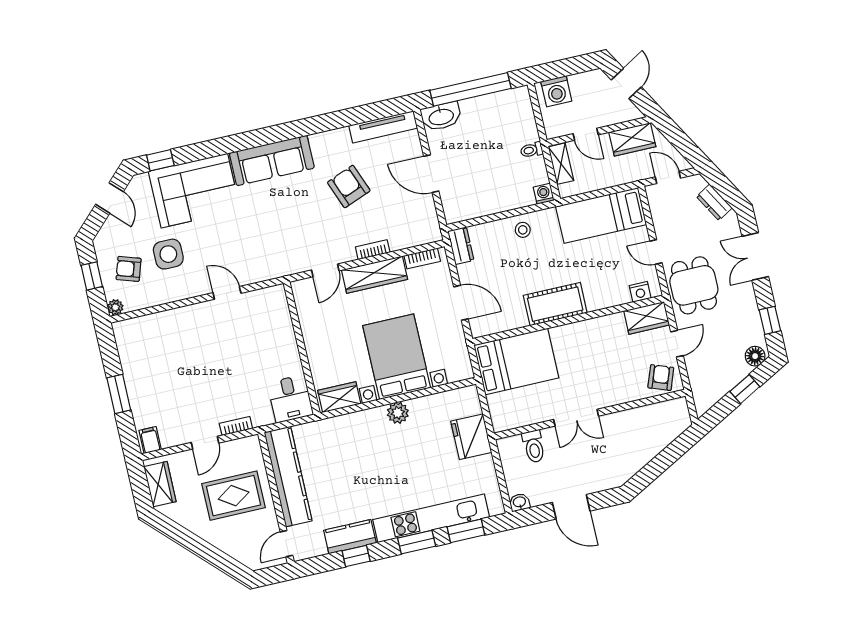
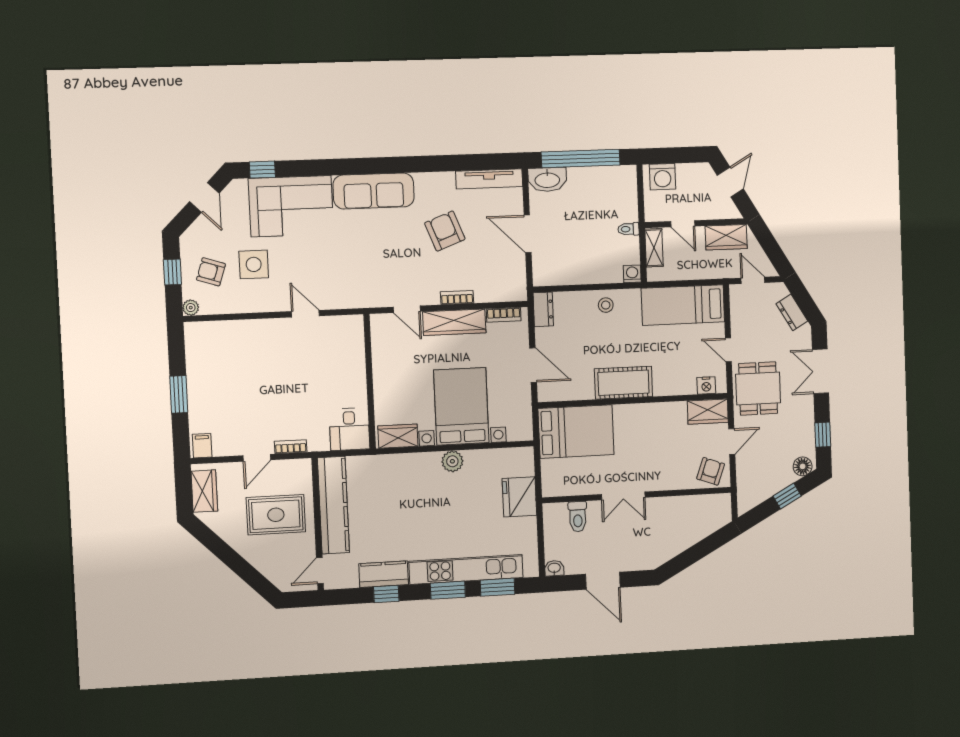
door: (325, 270) -> (407, 309), hinge flipped

